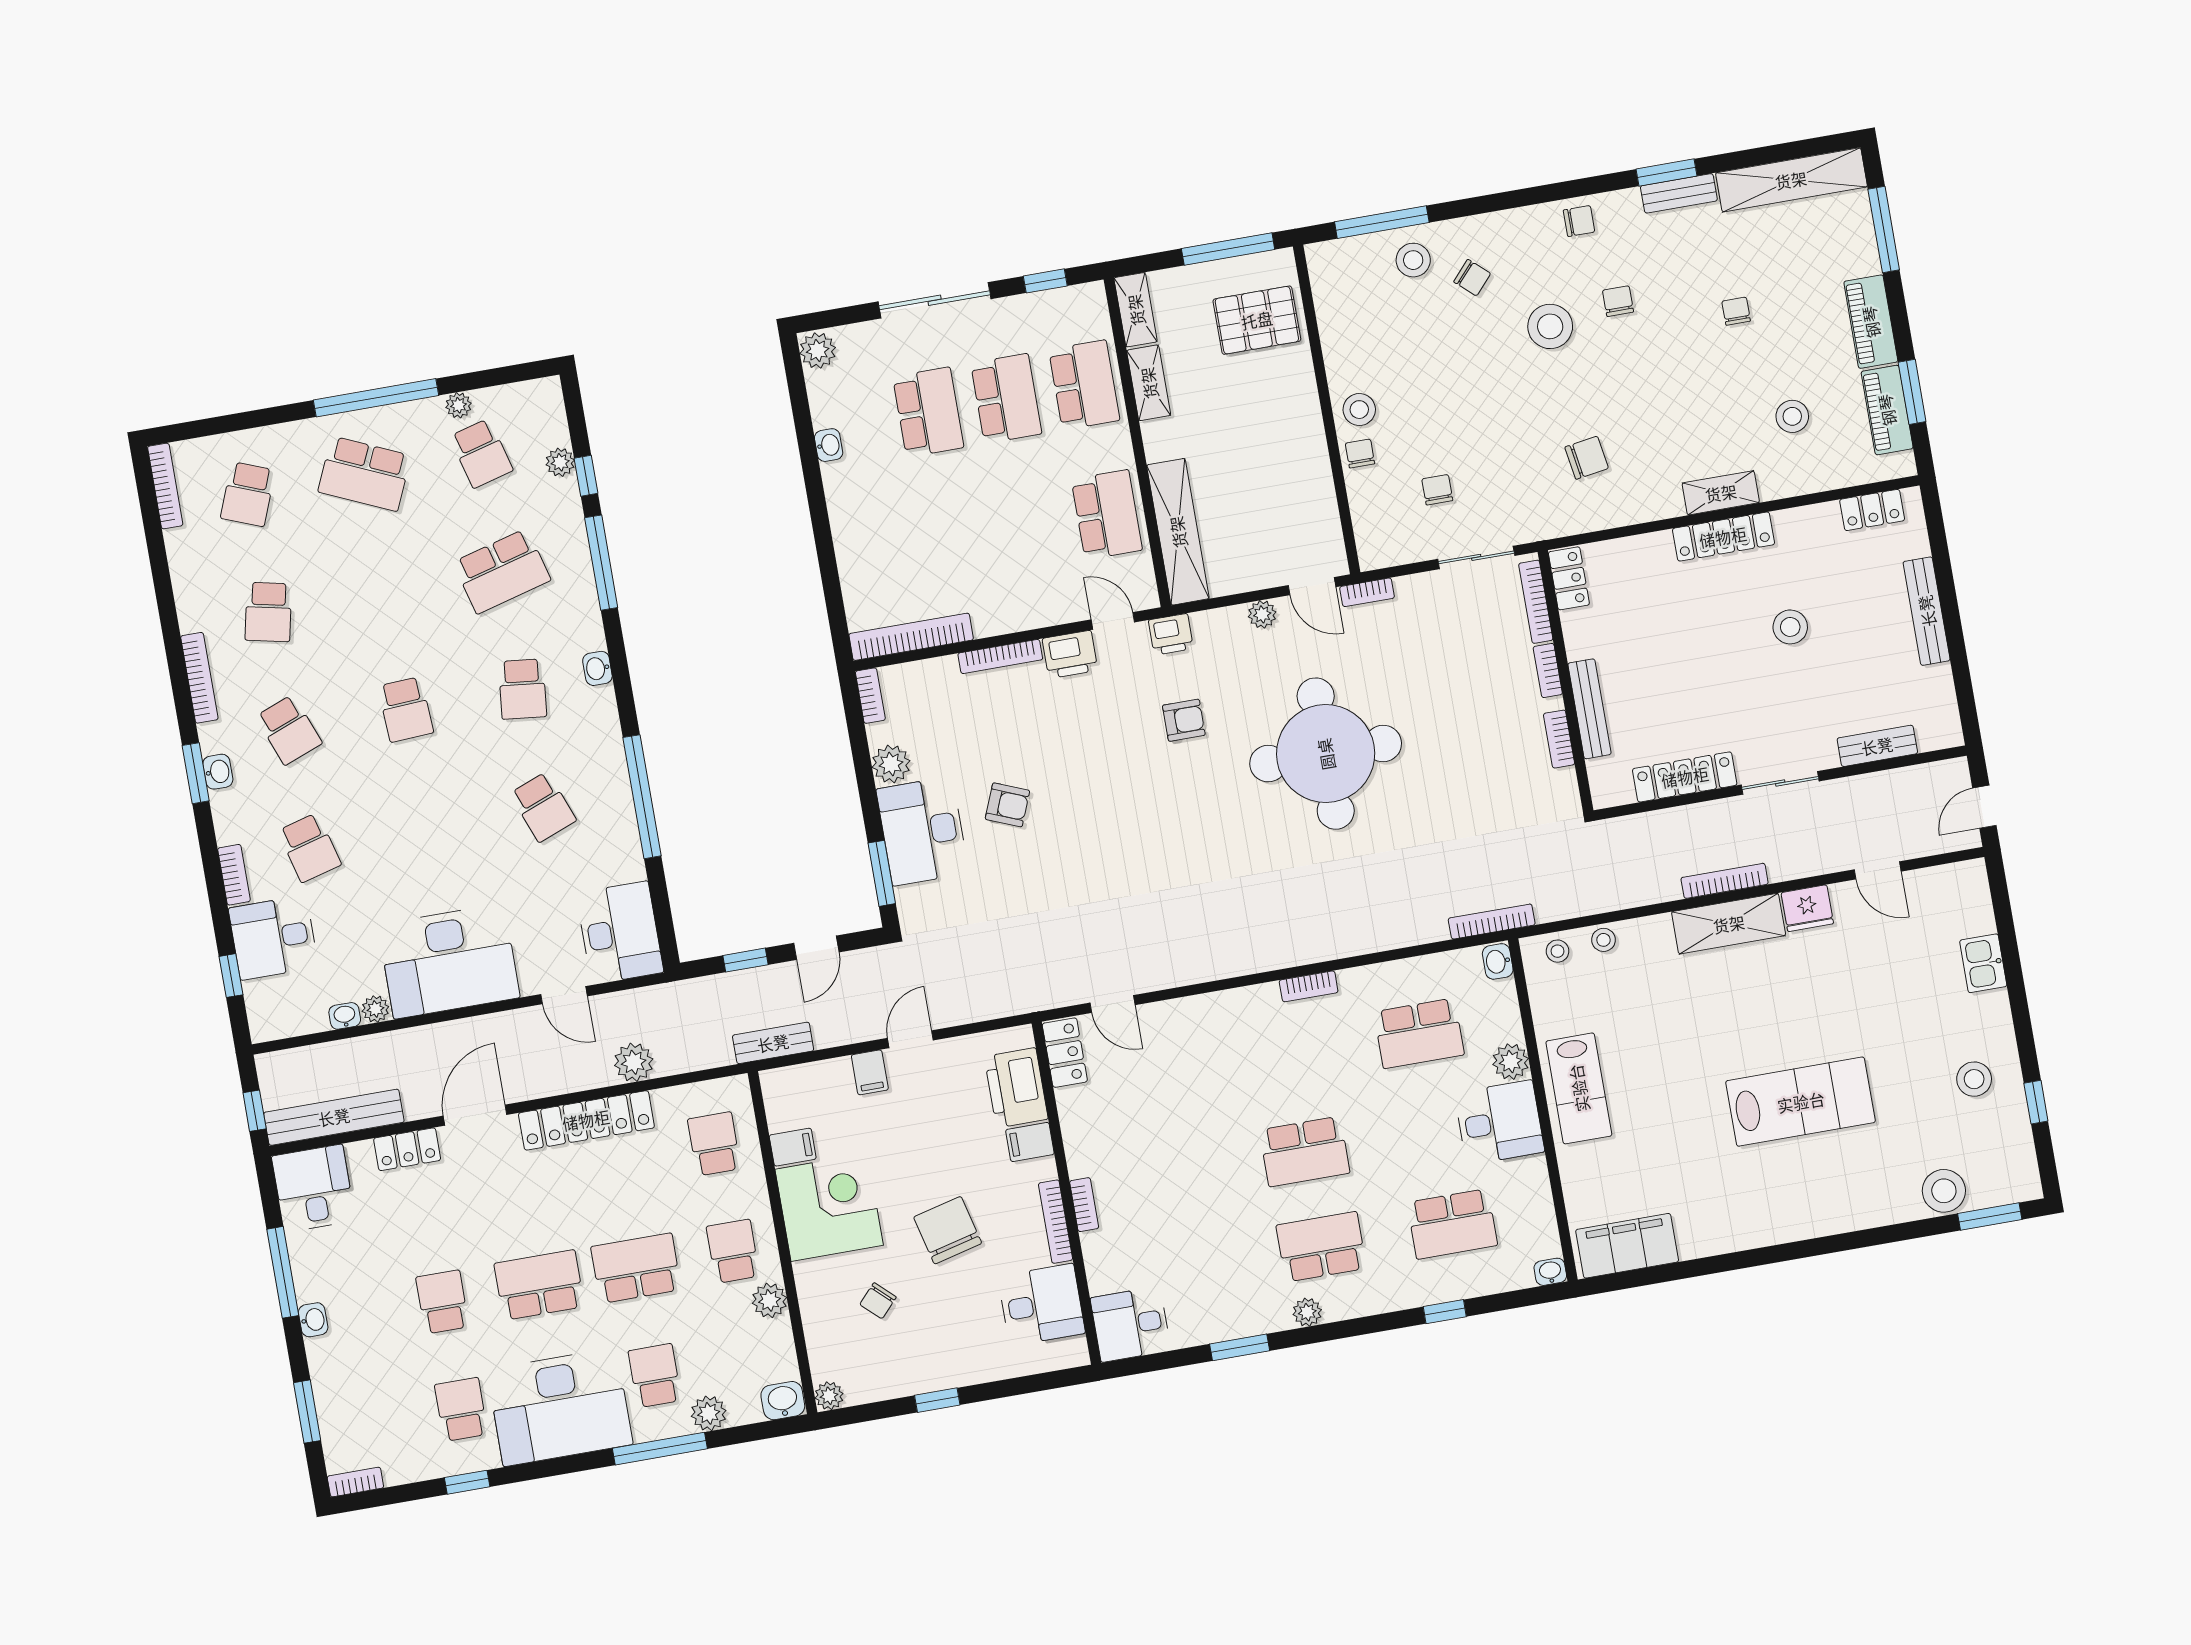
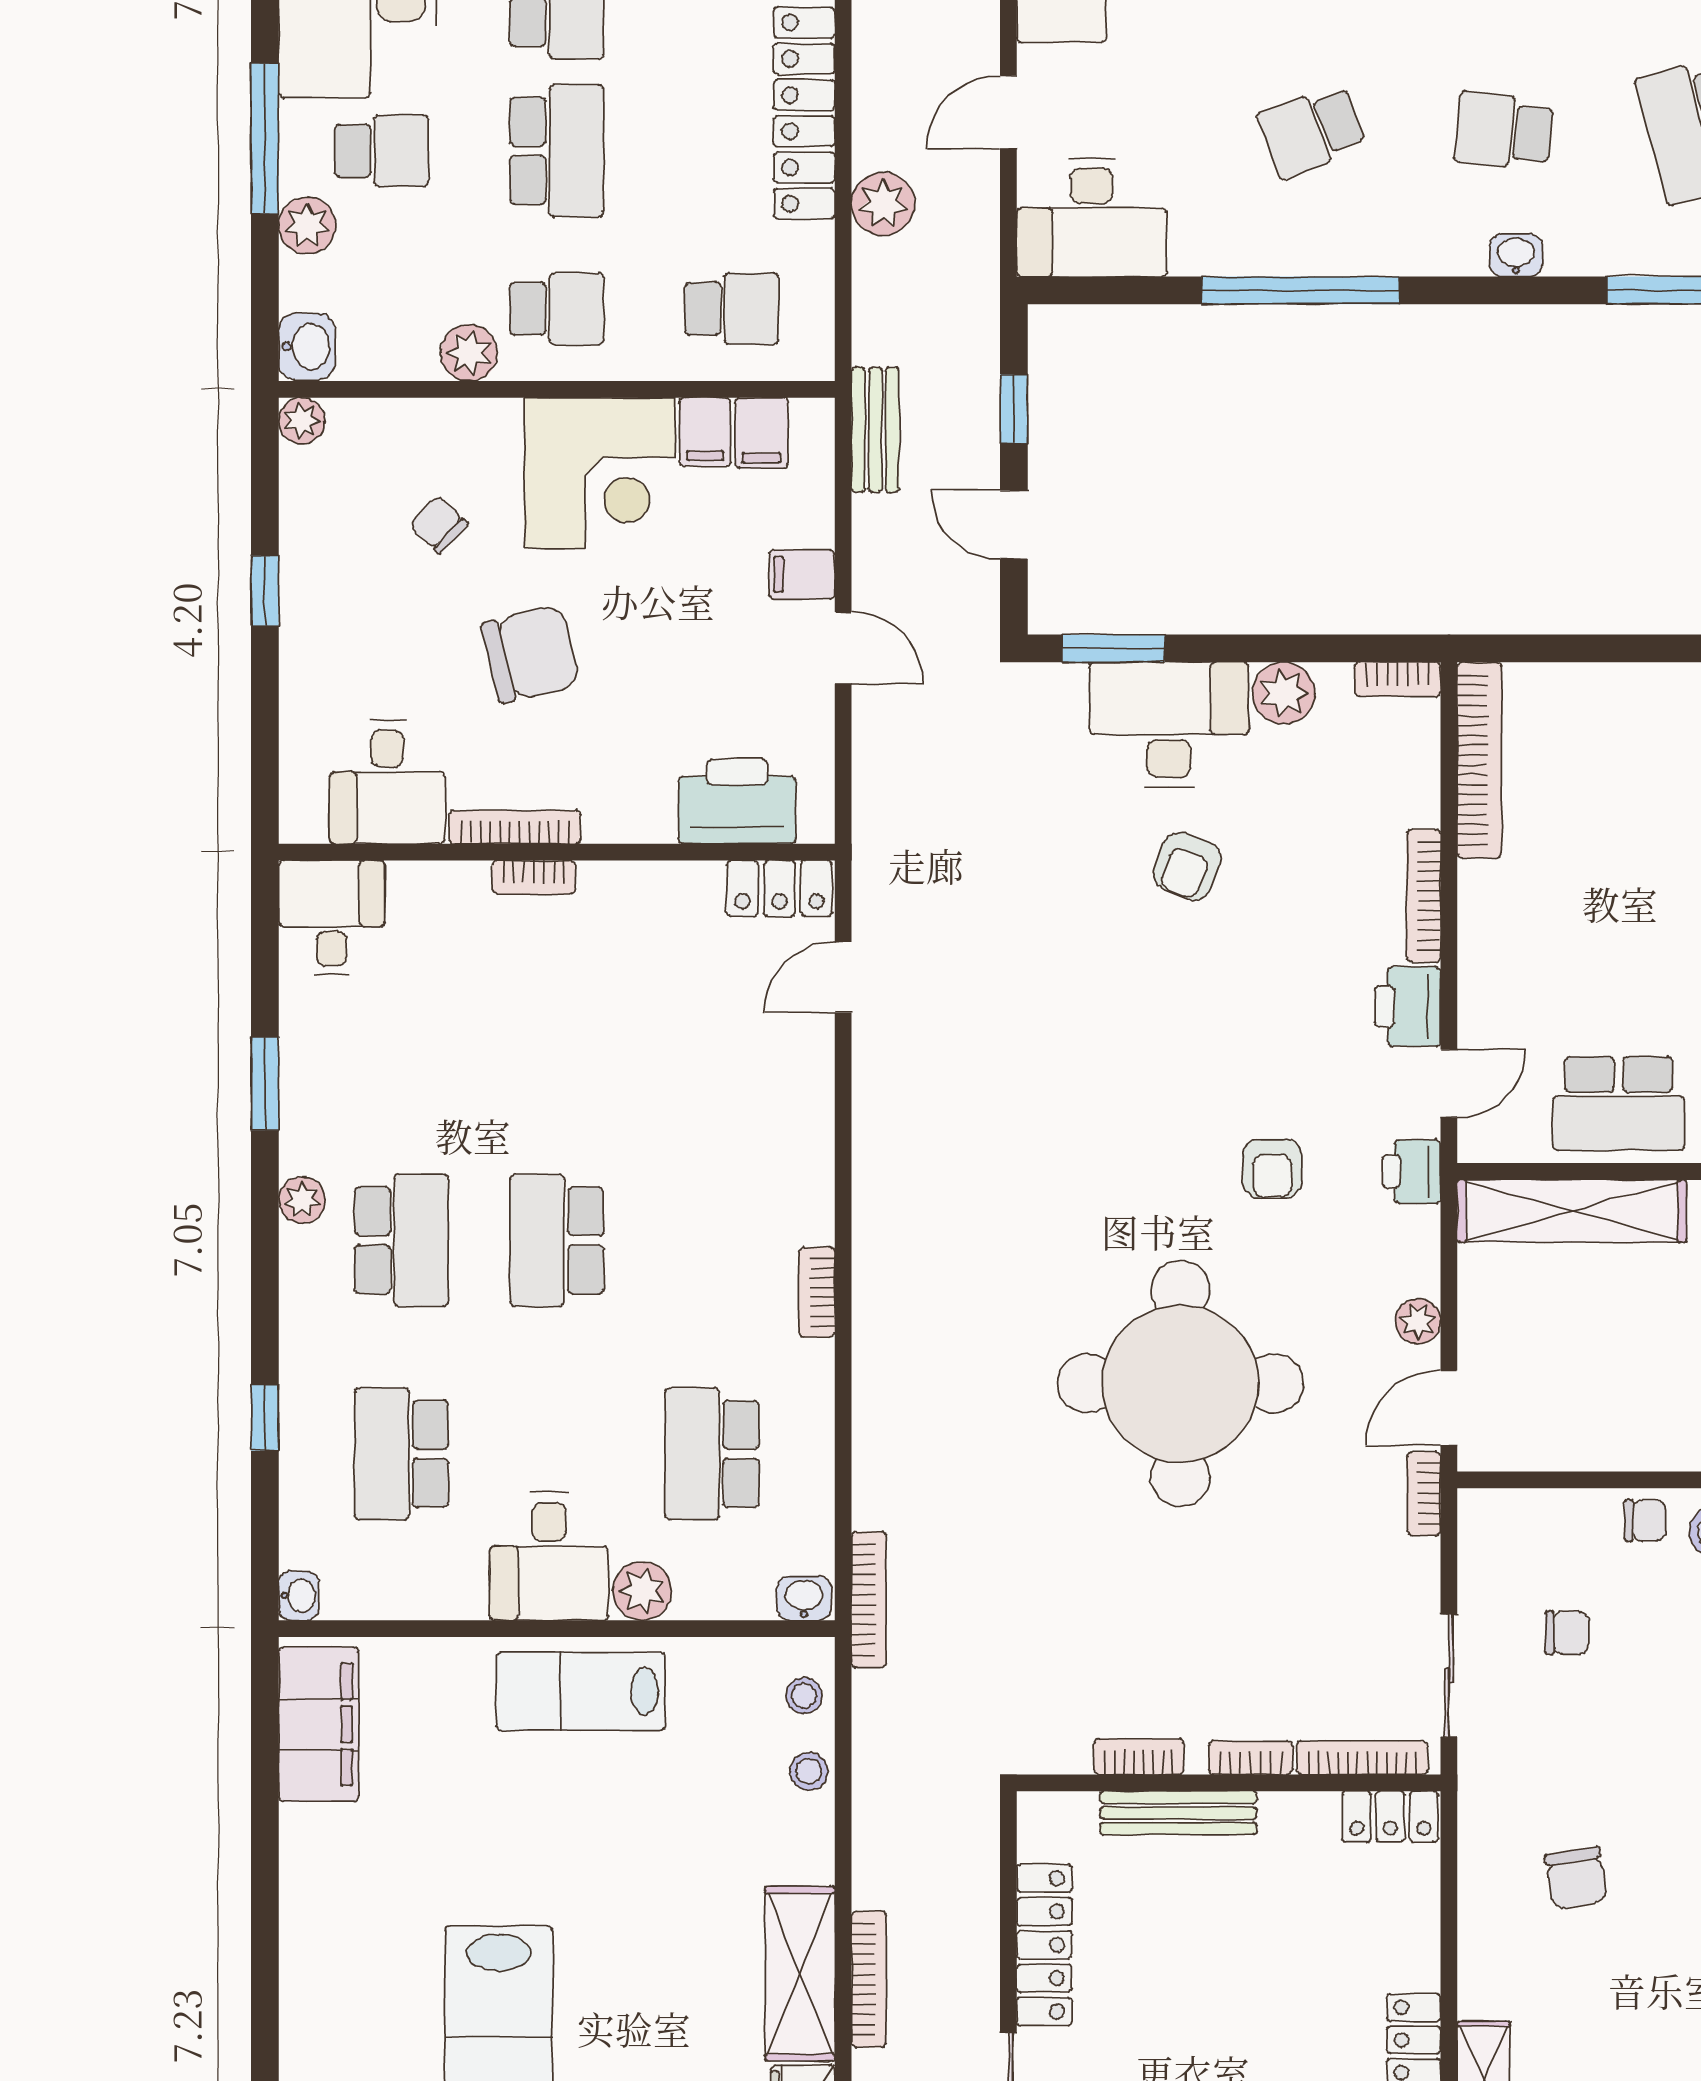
filing cabinet: (1030, 1142) -> (762, 433), moved, turned 180

